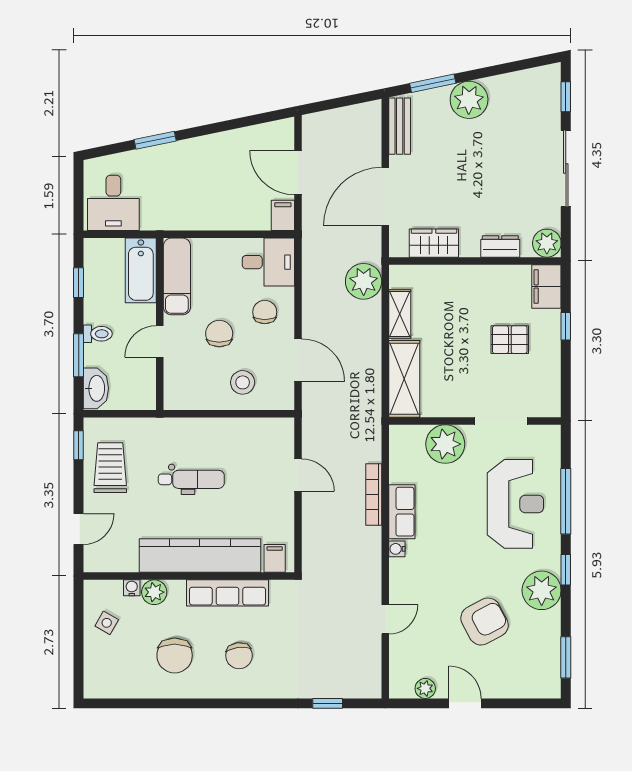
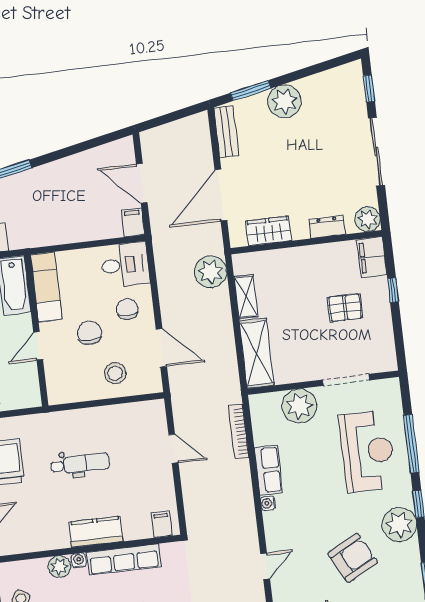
bookcase: (374, 494) -> (239, 432), moved
kitchen counter: (200, 555) -> (96, 532), width x0.48, depth x0.86
water cooler: (132, 588) -> (79, 560), moved

